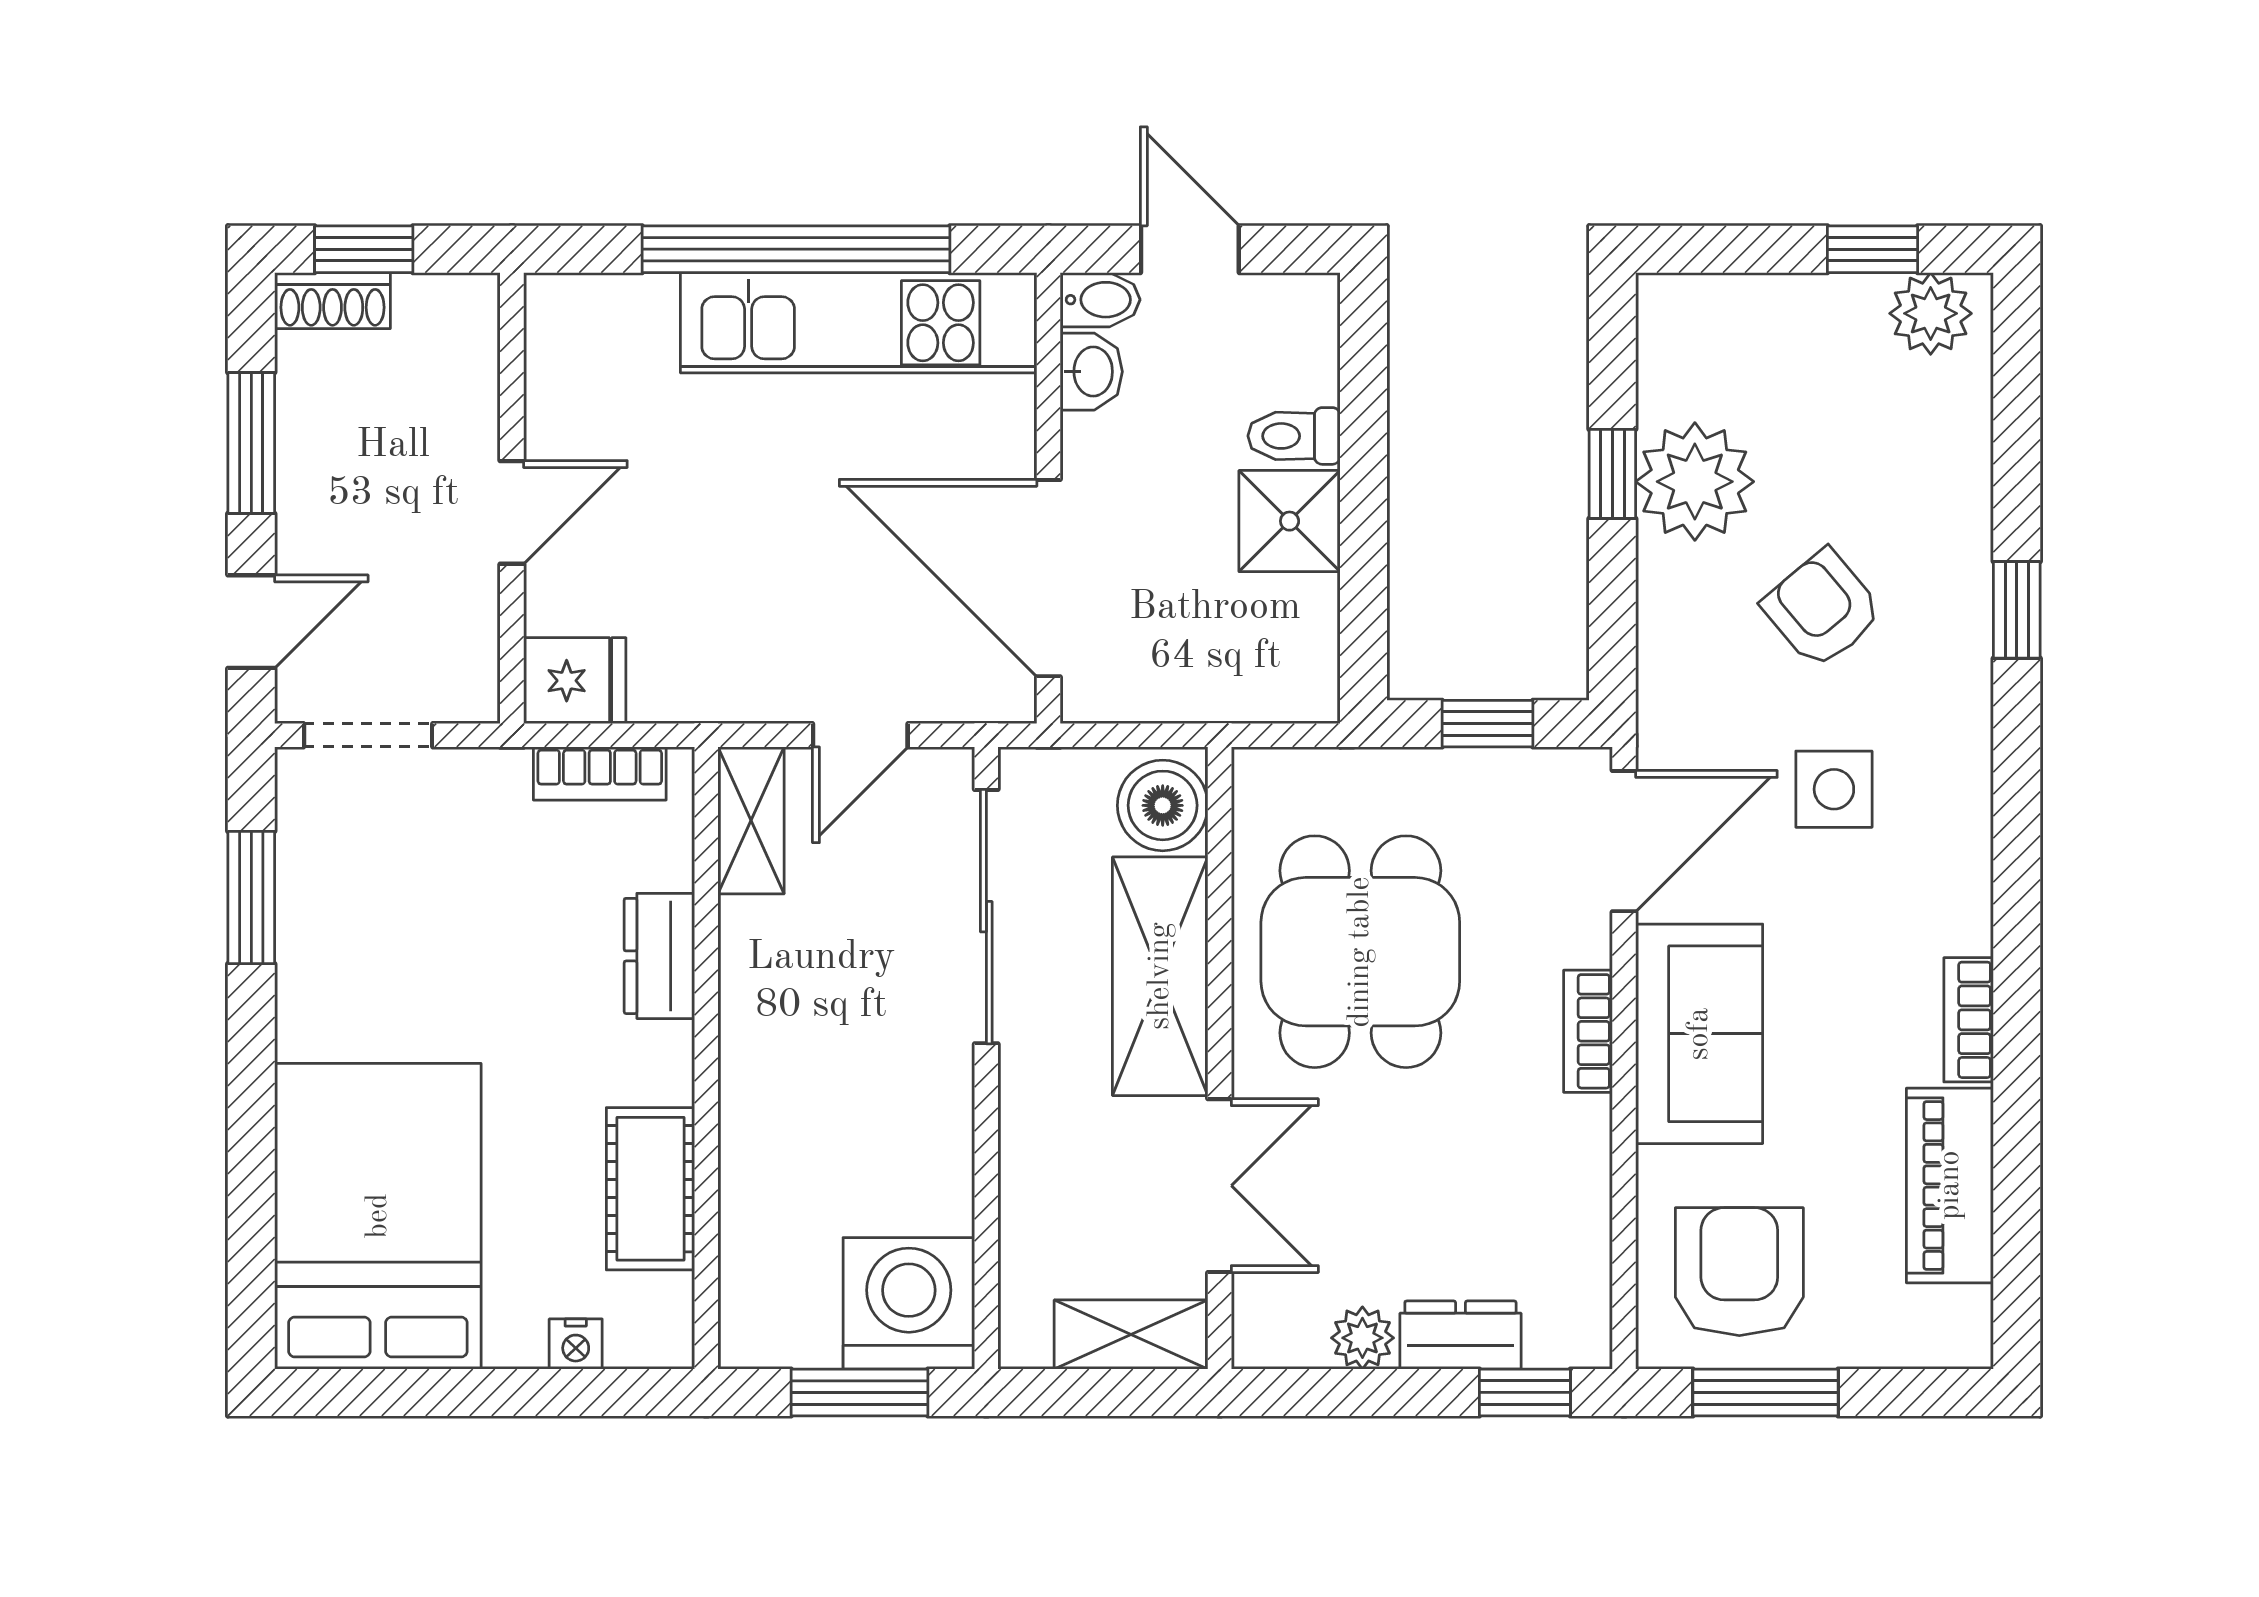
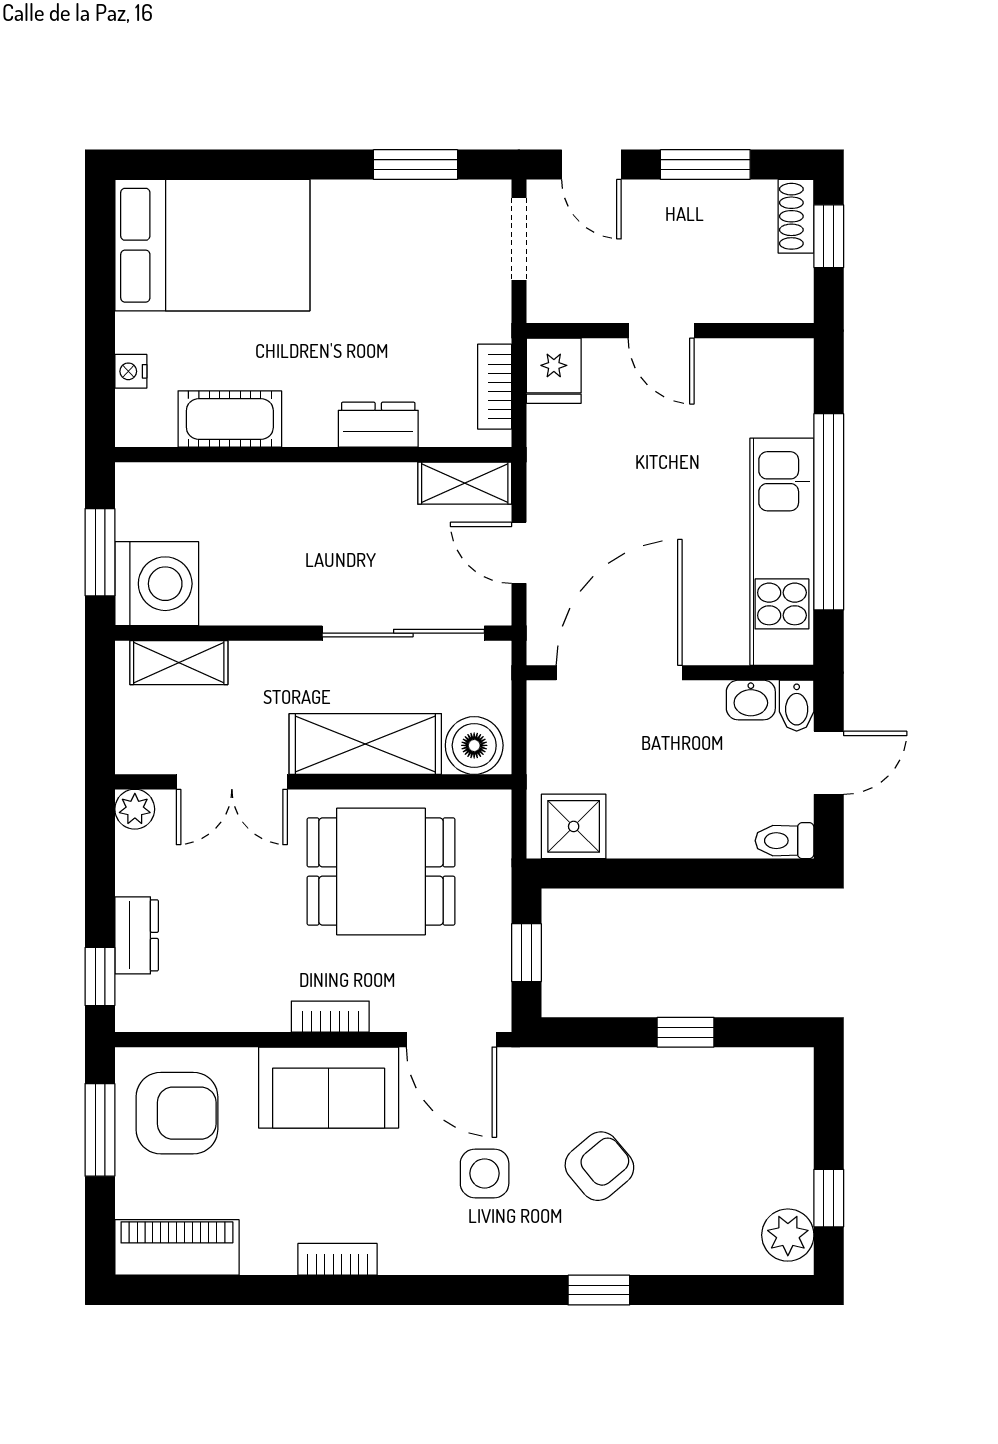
toilet: (1294, 436) -> (785, 841), moved, turned -90
plant: (1695, 482) -> (681, 1085), removed
shower: (1290, 521) -> (574, 826), moved
piano: (1950, 1185) -> (177, 1247), moved
shelving: (1131, 1335) -> (179, 663), moved, turned 90
plant: (1362, 1338) -> (135, 809), moved

